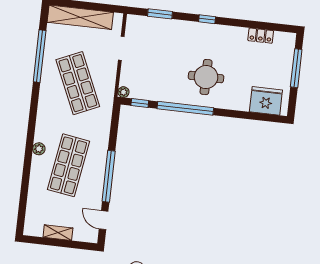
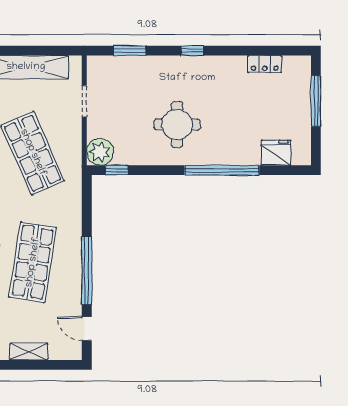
round table: (206, 77) -> (177, 124), moved
plant: (123, 92) -> (100, 152), width x1.88, depth x1.88
fridge: (266, 101) -> (276, 153), width x0.73, depth x0.75
window: (185, 108) -> (222, 170), moved

